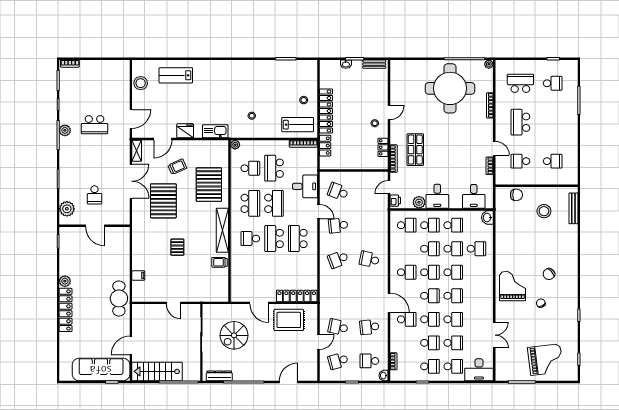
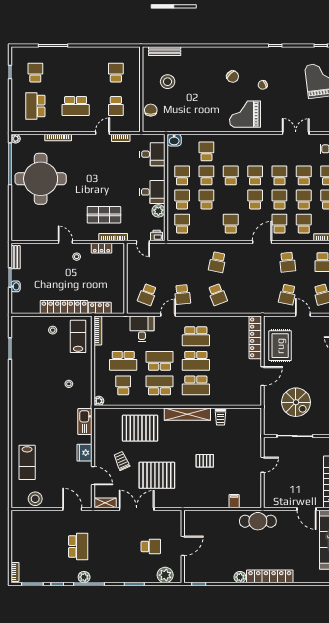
school desk: (250, 239) -> (196, 385), width x1.85
school desk: (430, 272) -> (304, 224), moved

